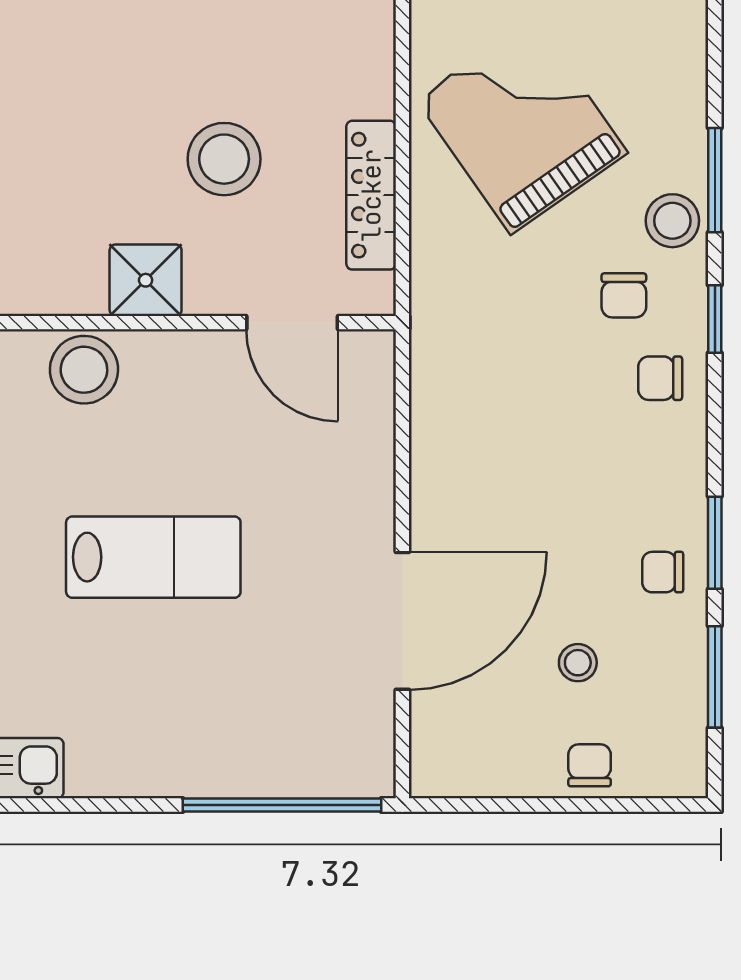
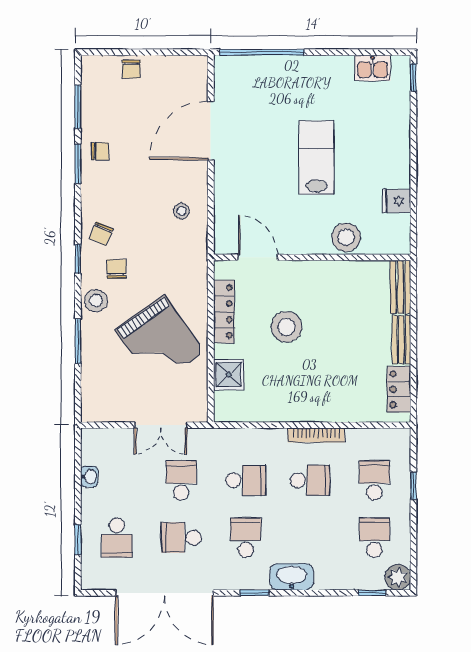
window: (715, 180) -> (78, 341), moved
shower: (146, 280) -> (229, 375), moved
chair: (660, 378) -> (101, 234), turned 114
lab bench: (153, 557) -> (317, 158), turned 90
stool: (578, 663) -> (181, 211), moved

